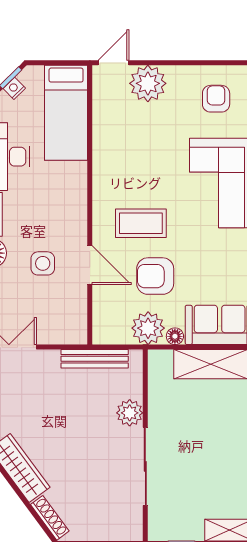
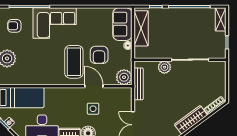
coffee table: (141, 223) -> (74, 62), width x1.36, depth x1.32
door: (90, 265) -> (94, 86), hinge flipped
plant: (148, 328) -> (124, 77), moved

